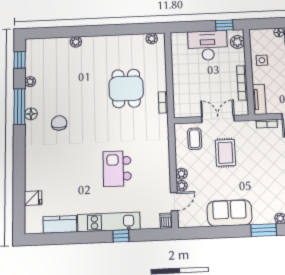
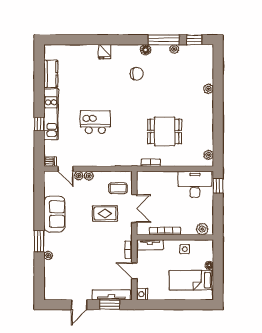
window: (224, 25) -> (218, 186), moved
desk: (208, 45) -> (195, 184), moved, turned -90
window: (19, 107) -> (164, 40), moved
fridge: (33, 198) -> (105, 52), moved

